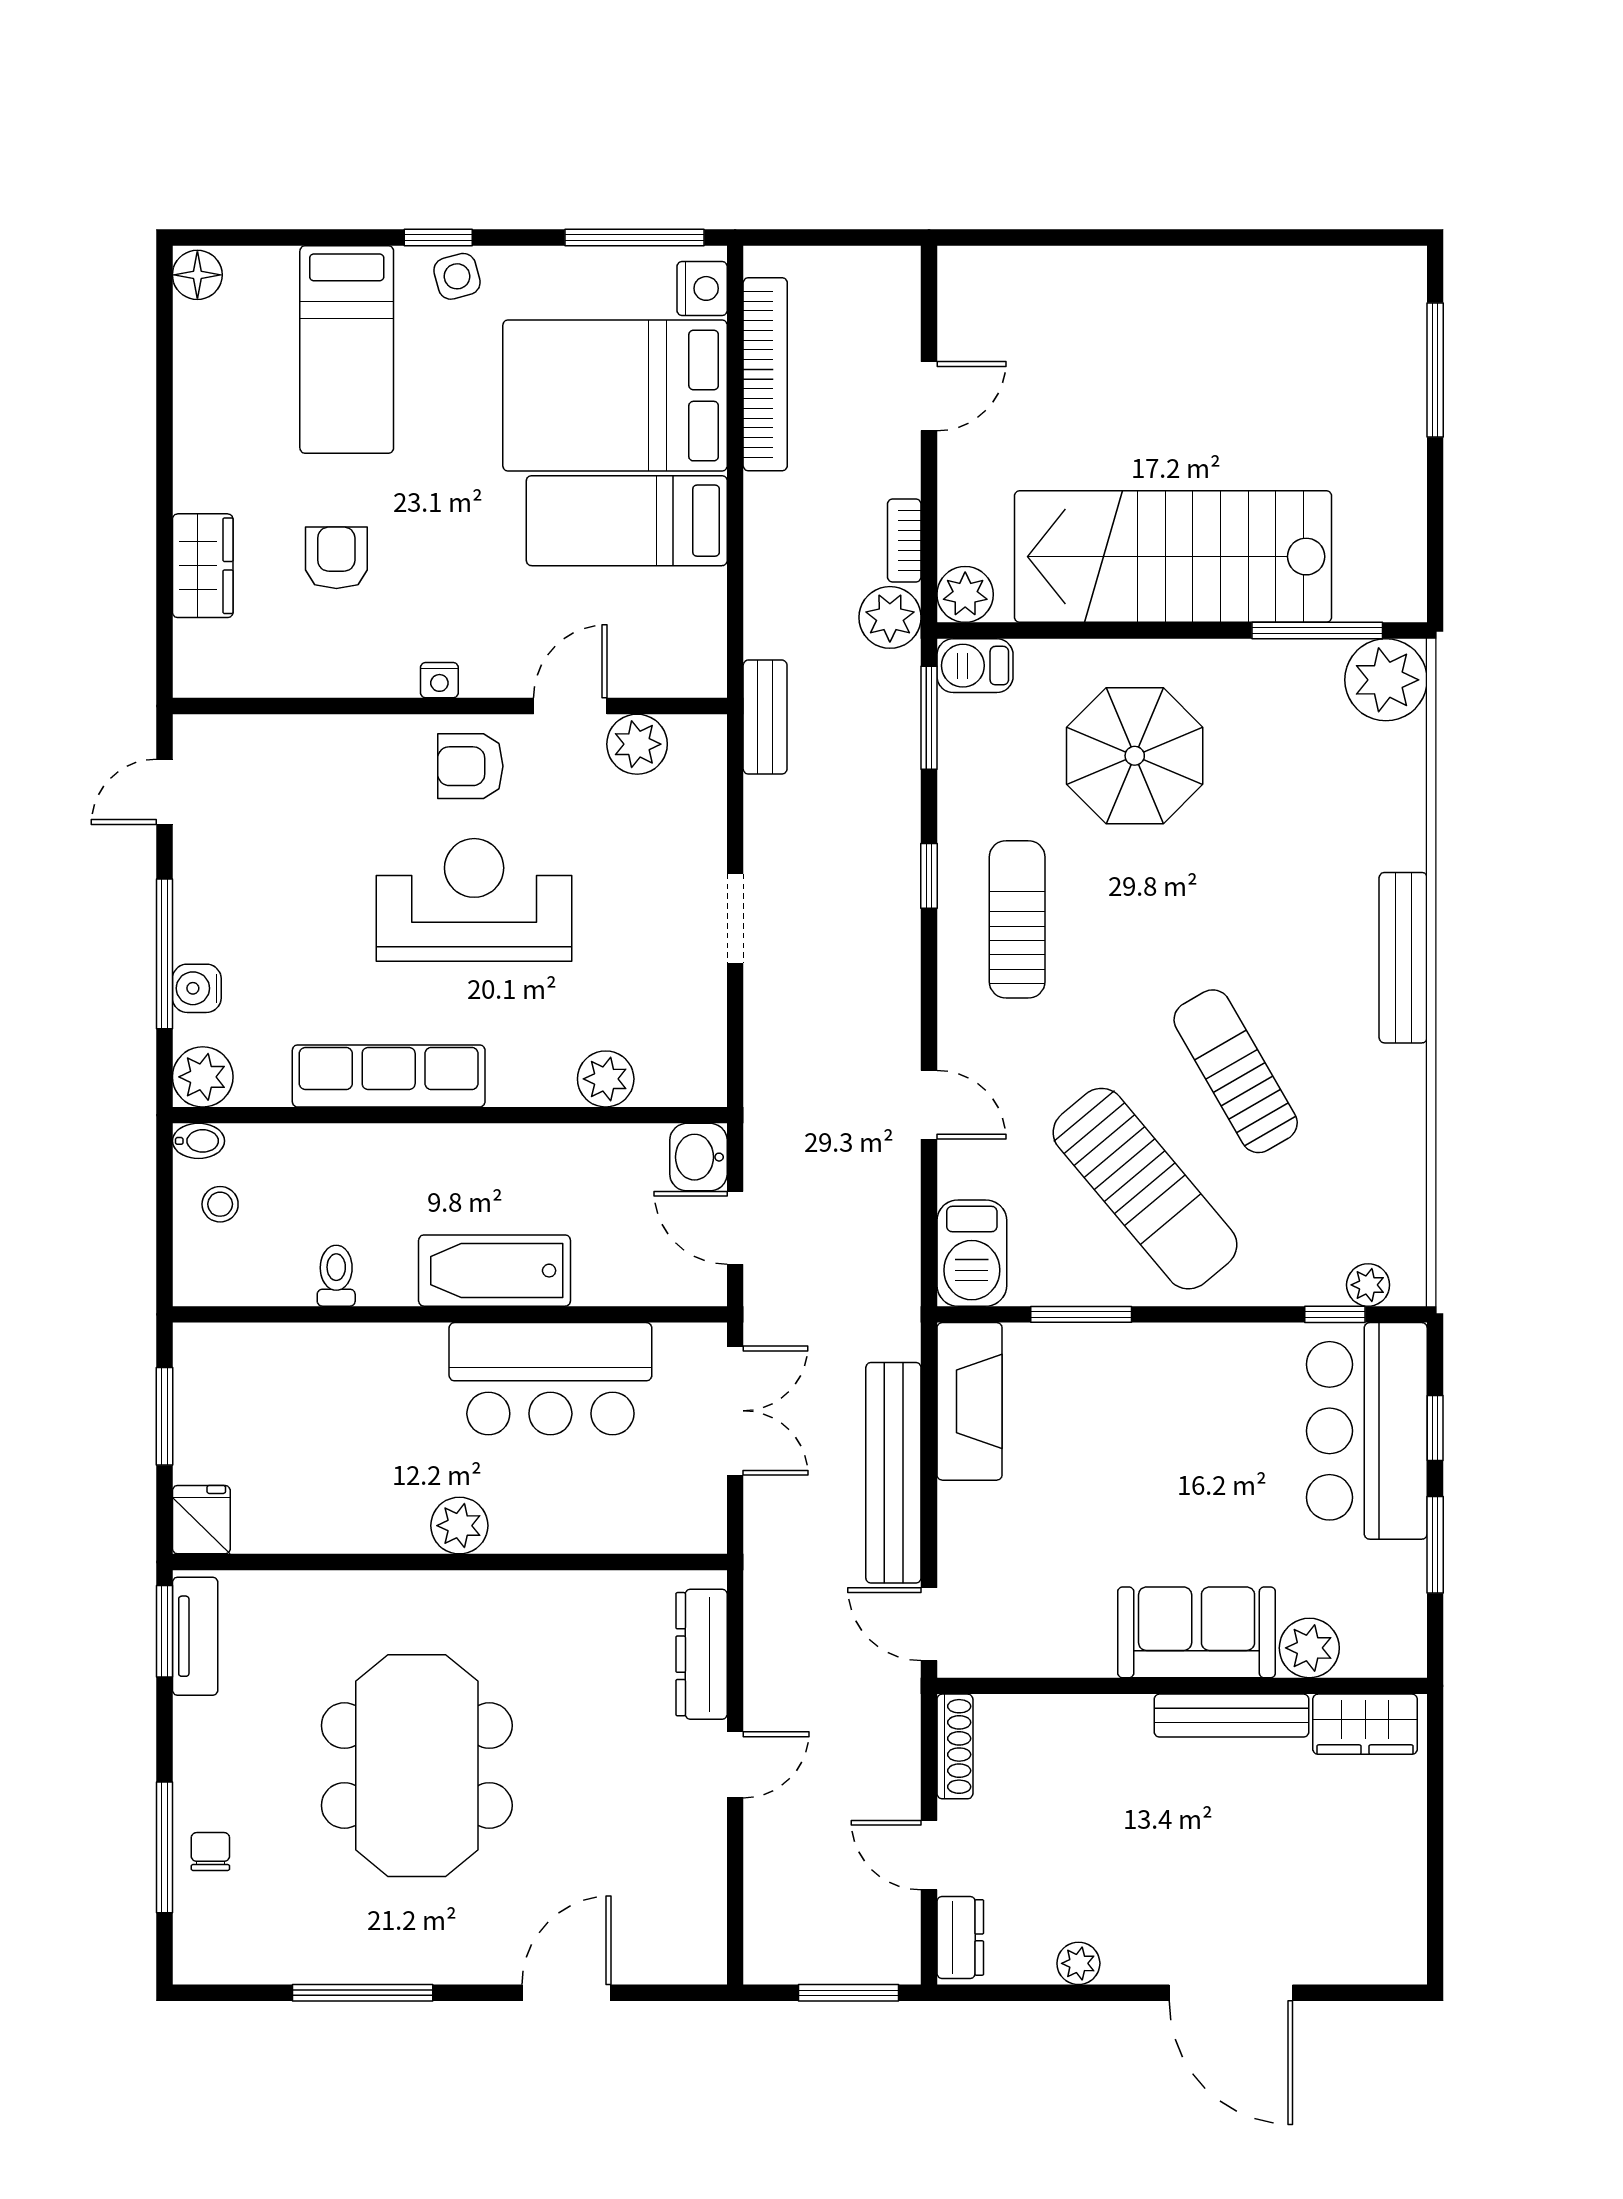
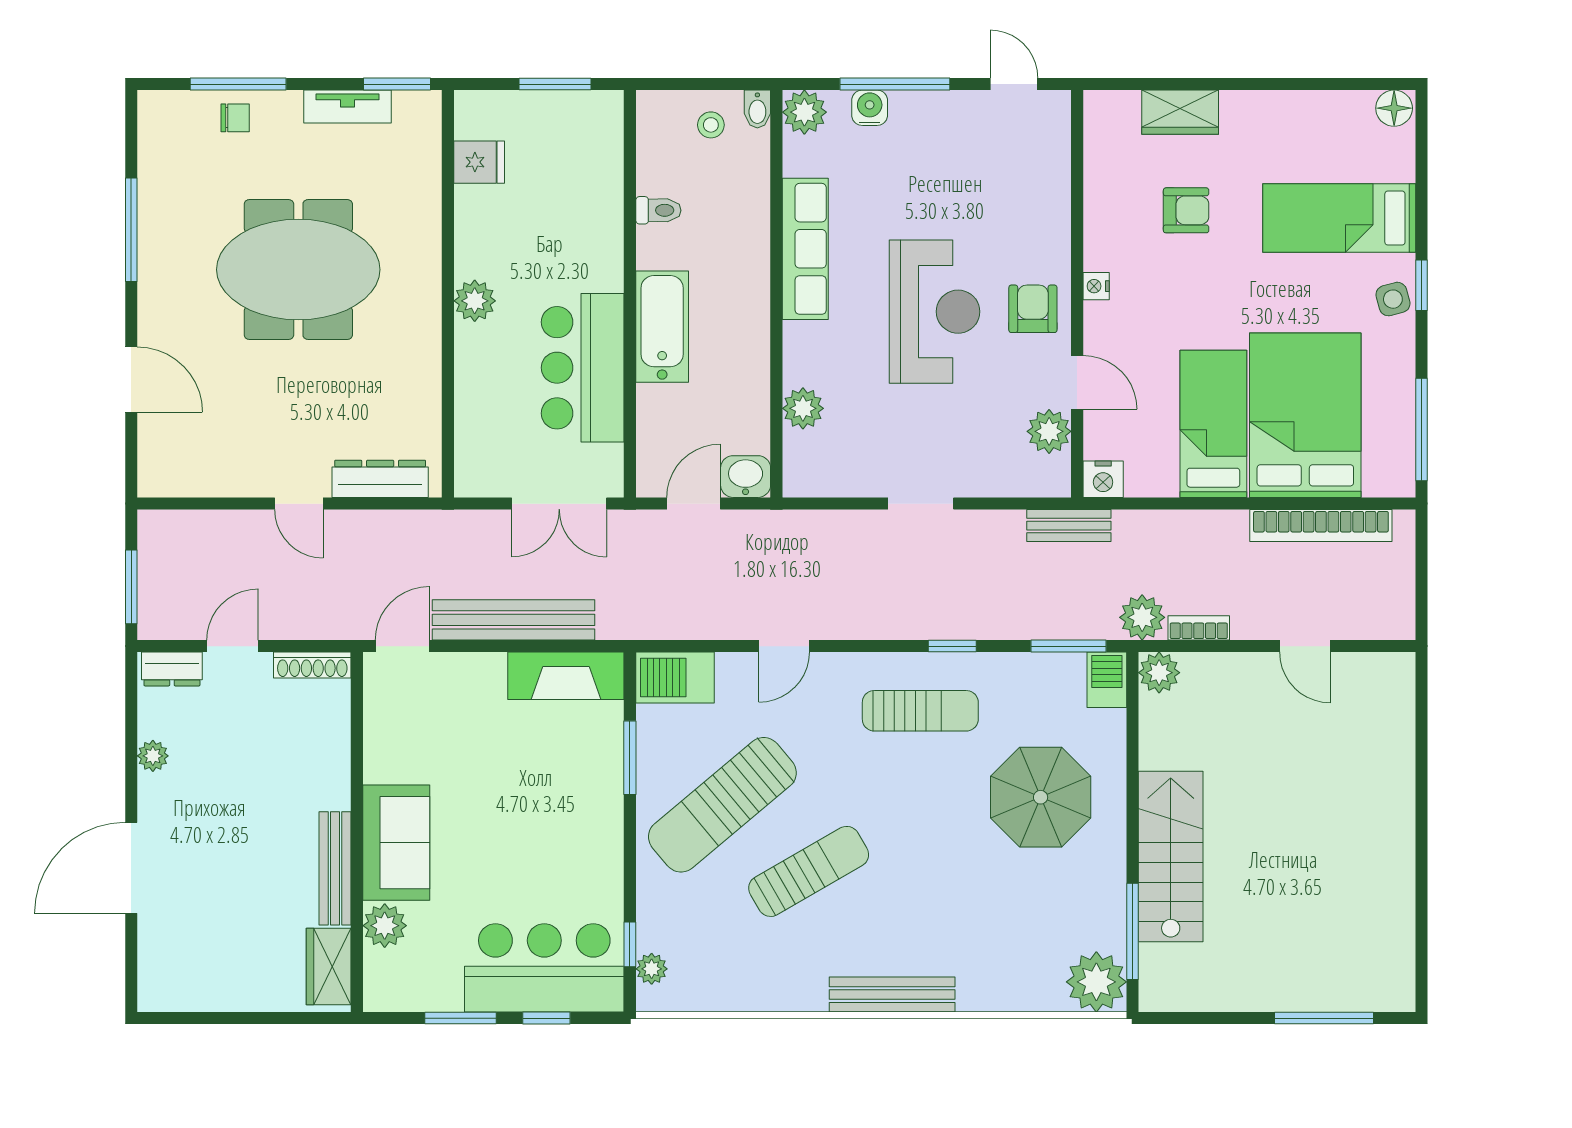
nightstand: (702, 288) -> (1103, 479), moved
stairs: (1173, 557) -> (1171, 856), width x0.73, depth x0.66
fridge: (201, 1520) -> (479, 162), moved
tv unit: (195, 1636) -> (348, 107), moved

